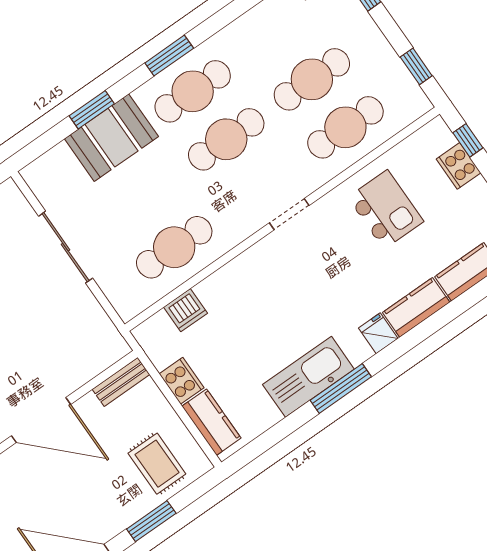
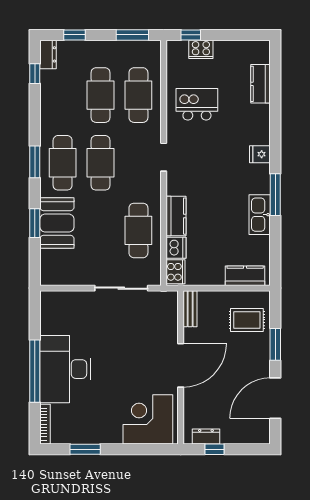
window: (416, 66) -> (132, 35), width x1.50
sliding door: (66, 247) -> (121, 288), moved
kitchen counter: (416, 307) -> (176, 216), moved, turned 180
kitchen sink: (308, 377) -> (260, 215), width x0.73, depth x0.81
cooker: (182, 381) -> (176, 272), moved, turned 90

